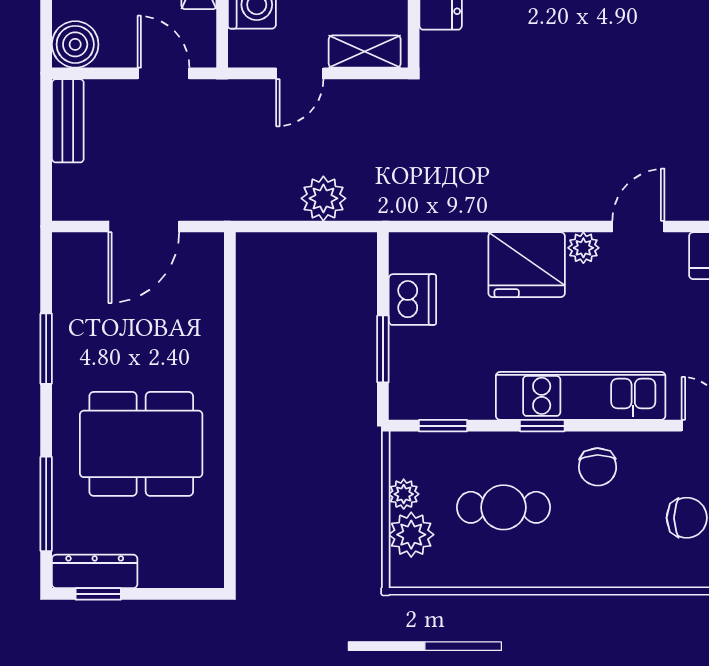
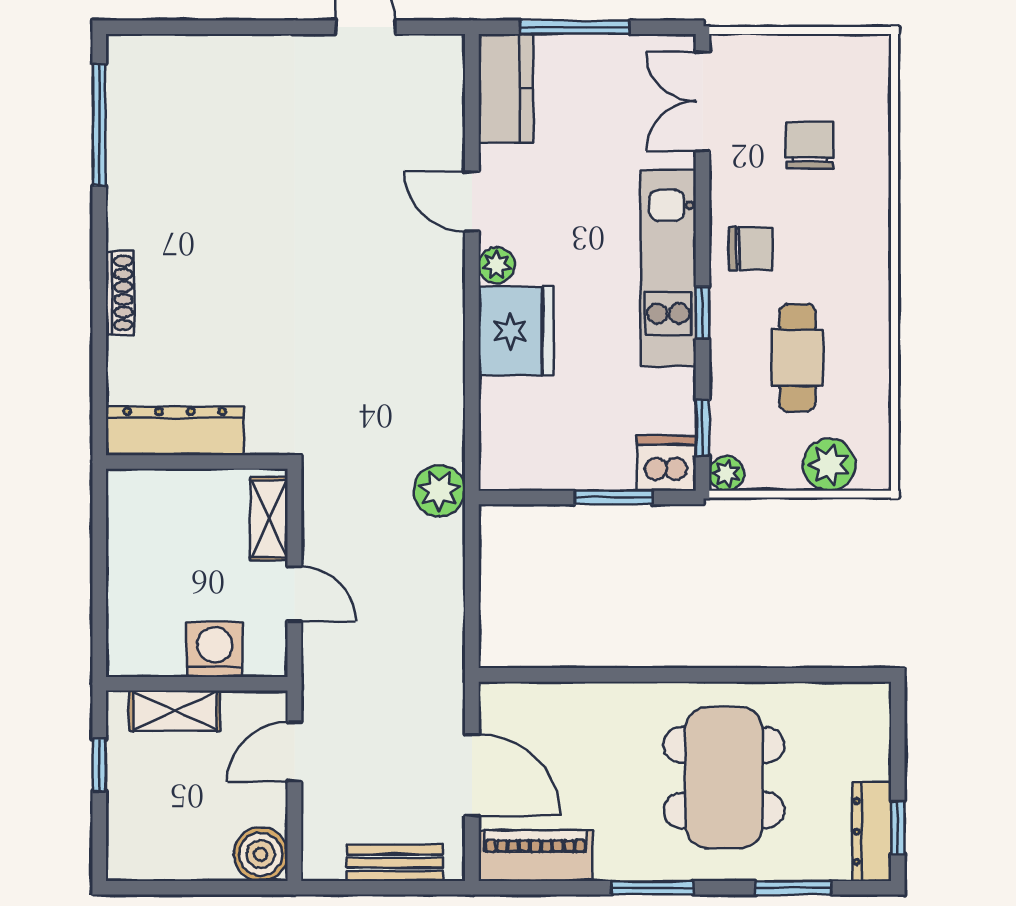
bench: (68, 121) -> (395, 863), moved
plant: (323, 198) -> (439, 491), moved
piano: (74, 281) -> (535, 856), added
dishwasher: (412, 300) -> (666, 463), moved
window: (46, 349) -> (652, 888), moved
plant: (404, 494) -> (727, 473), moved
window: (46, 504) -> (793, 888), width x0.69

